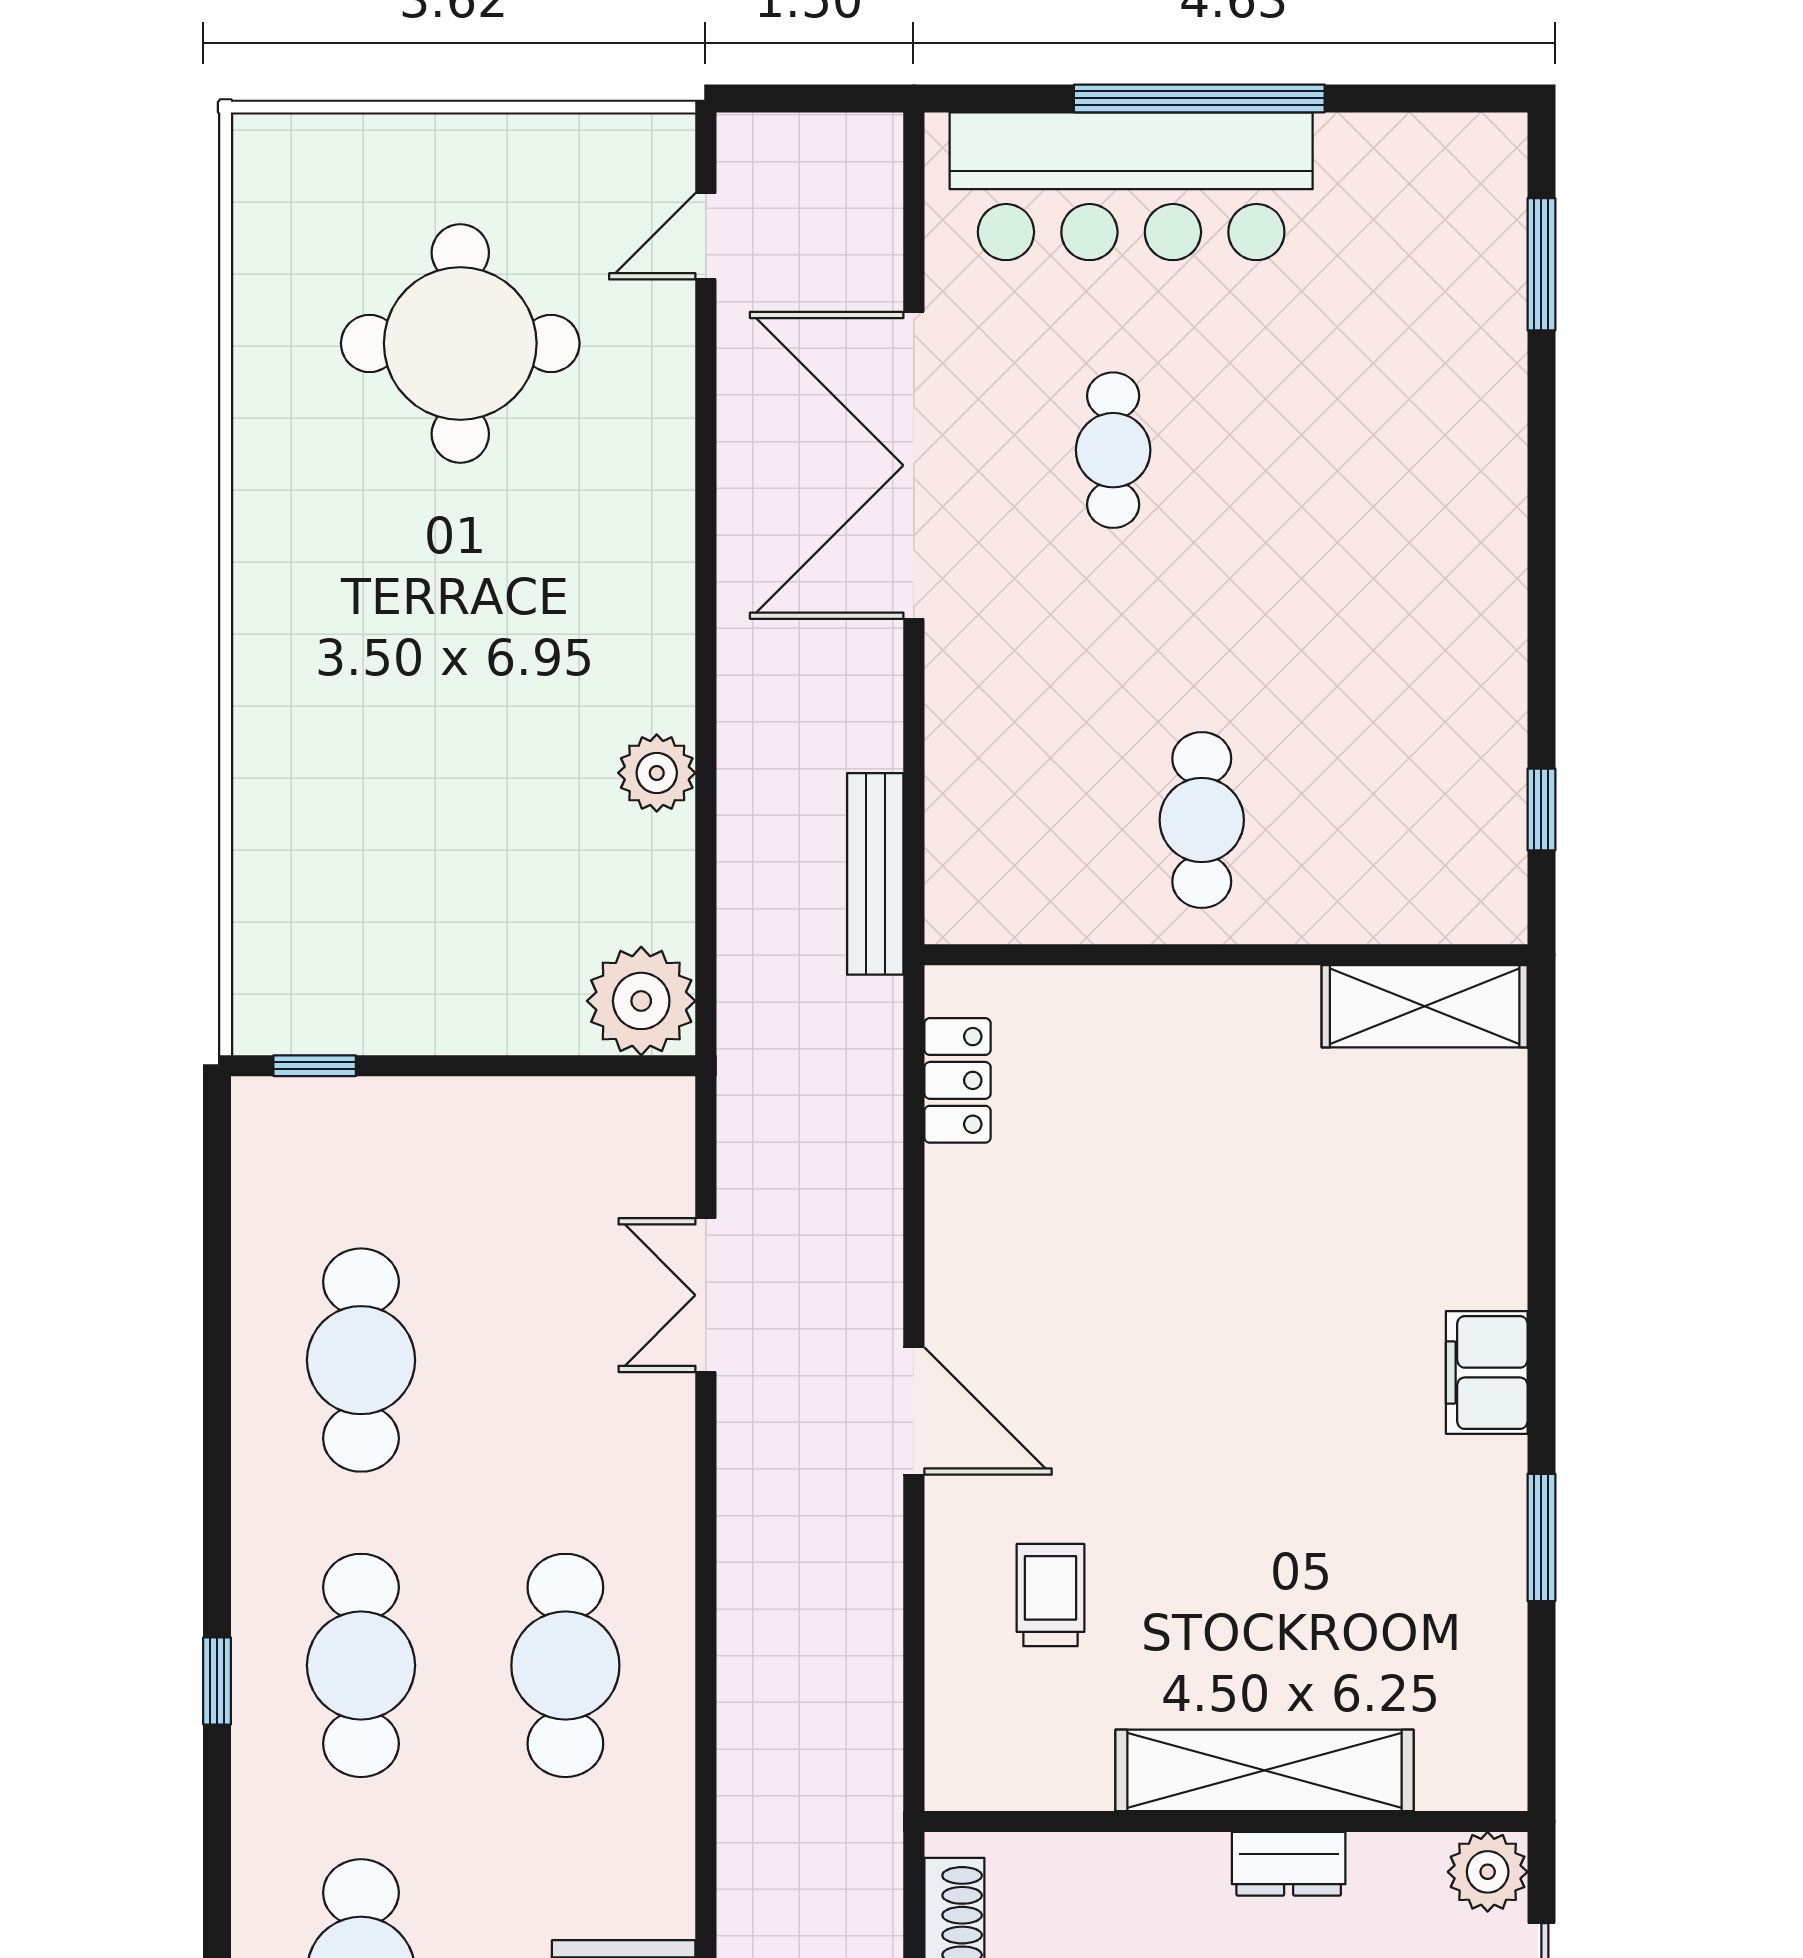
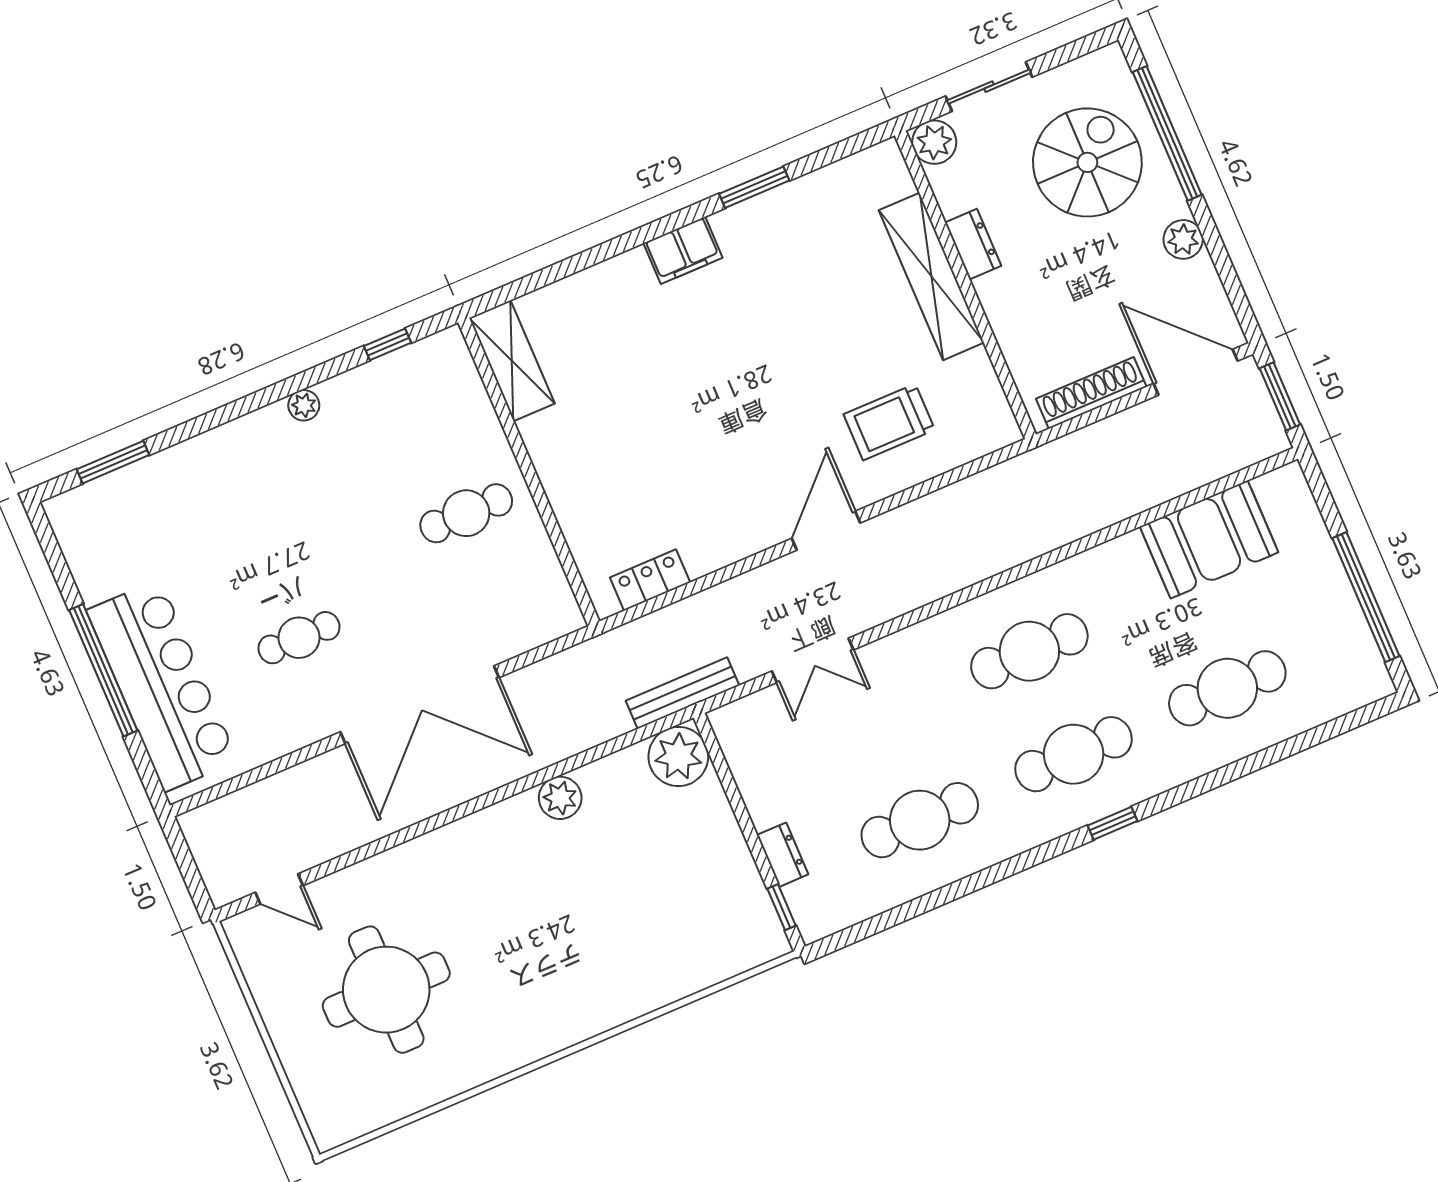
double door: (914, 465) -> (420, 705), moved
plant: (1499, 625) -> (304, 405), added
bench: (875, 874) -> (683, 693), moved
dresser: (402, 1105) -> (783, 855), added
trolley: (1050, 1595) -> (889, 422), width x1.36, depth x1.39

